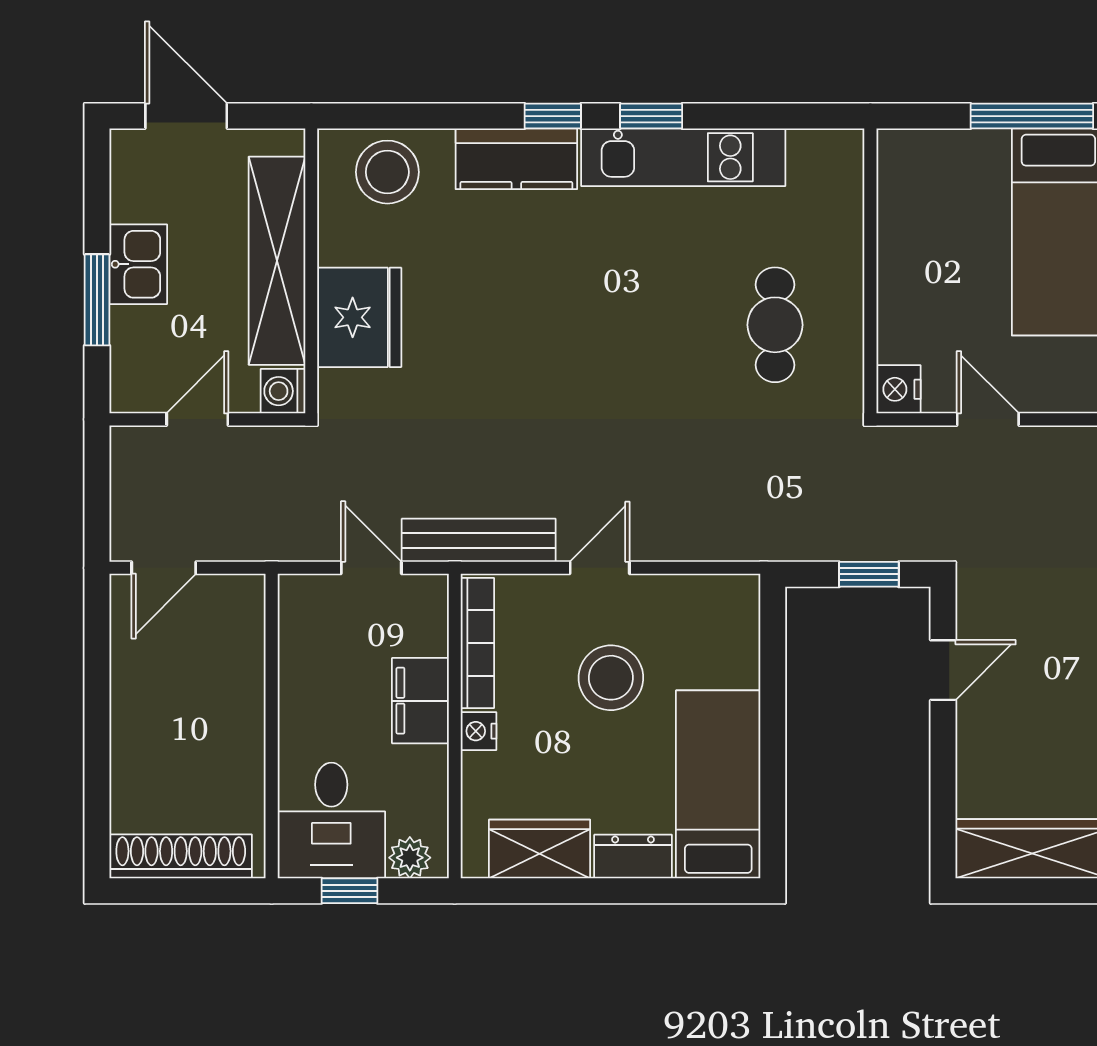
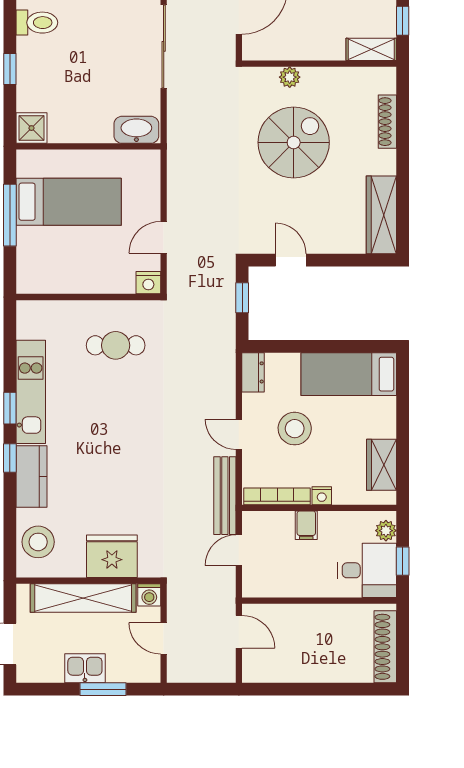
door: (164, 568) -> (239, 632), moved
filing cabinet: (420, 701) -> (306, 525), width x0.50
dresser: (633, 857) -> (253, 372), moved, turned 180

